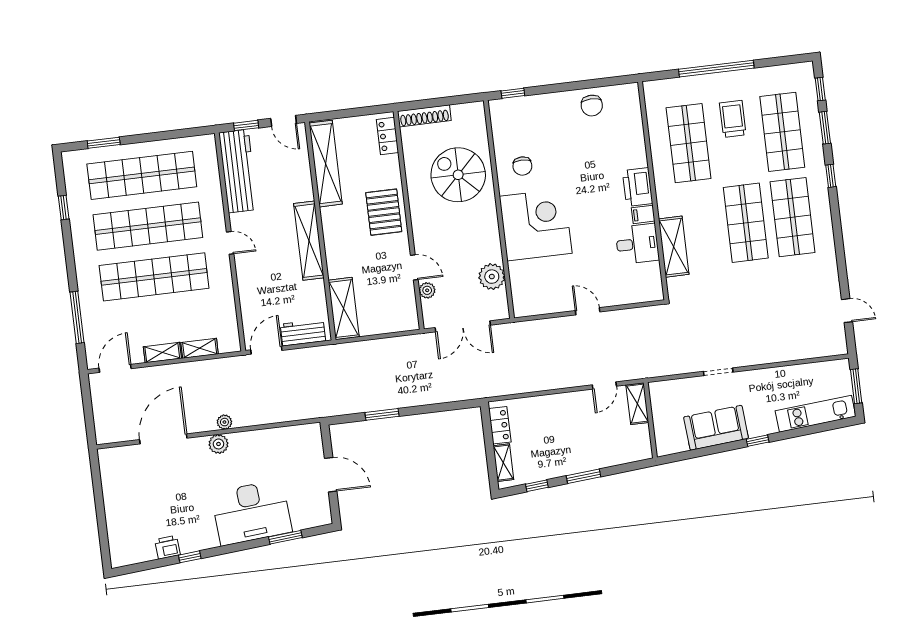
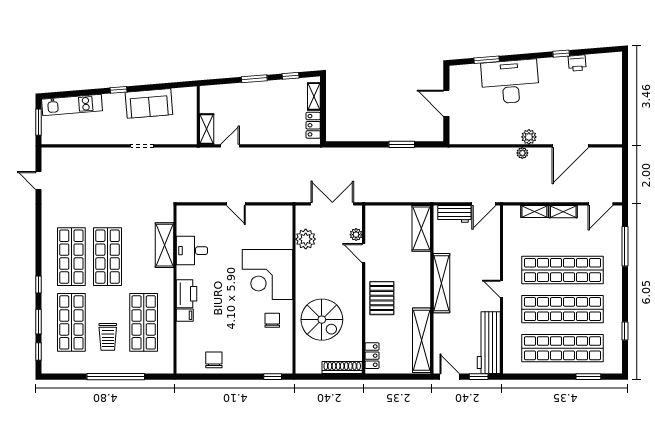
filing cabinet: (643, 214) -> (185, 315), moved

